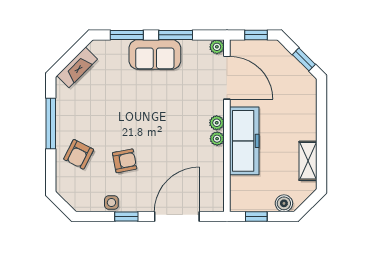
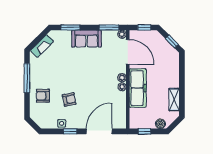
window: (176, 35) -> (109, 27), moved
armchair: (79, 154) -> (43, 96), turned 63

